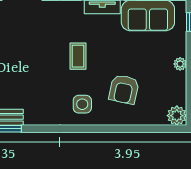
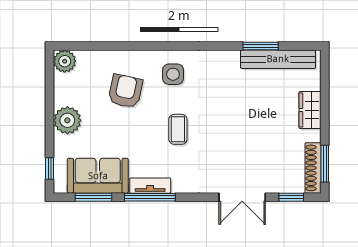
plant: (180, 64) -> (67, 120), width x1.87, depth x1.87

